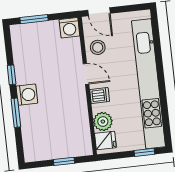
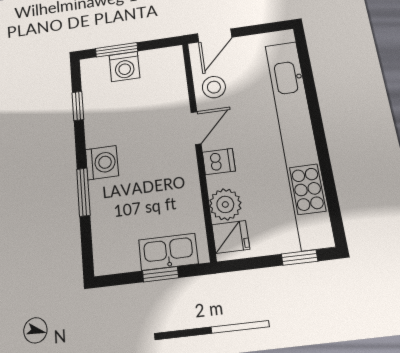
door: (99, 12) -> (215, 36), hinge flipped
washing machine: (69, 28) -> (124, 67), moved
door: (86, 74) -> (196, 128), hinge flipped
window: (12, 75) -> (78, 106), moved
kitchen sink: (69, 149) -> (168, 252), added

